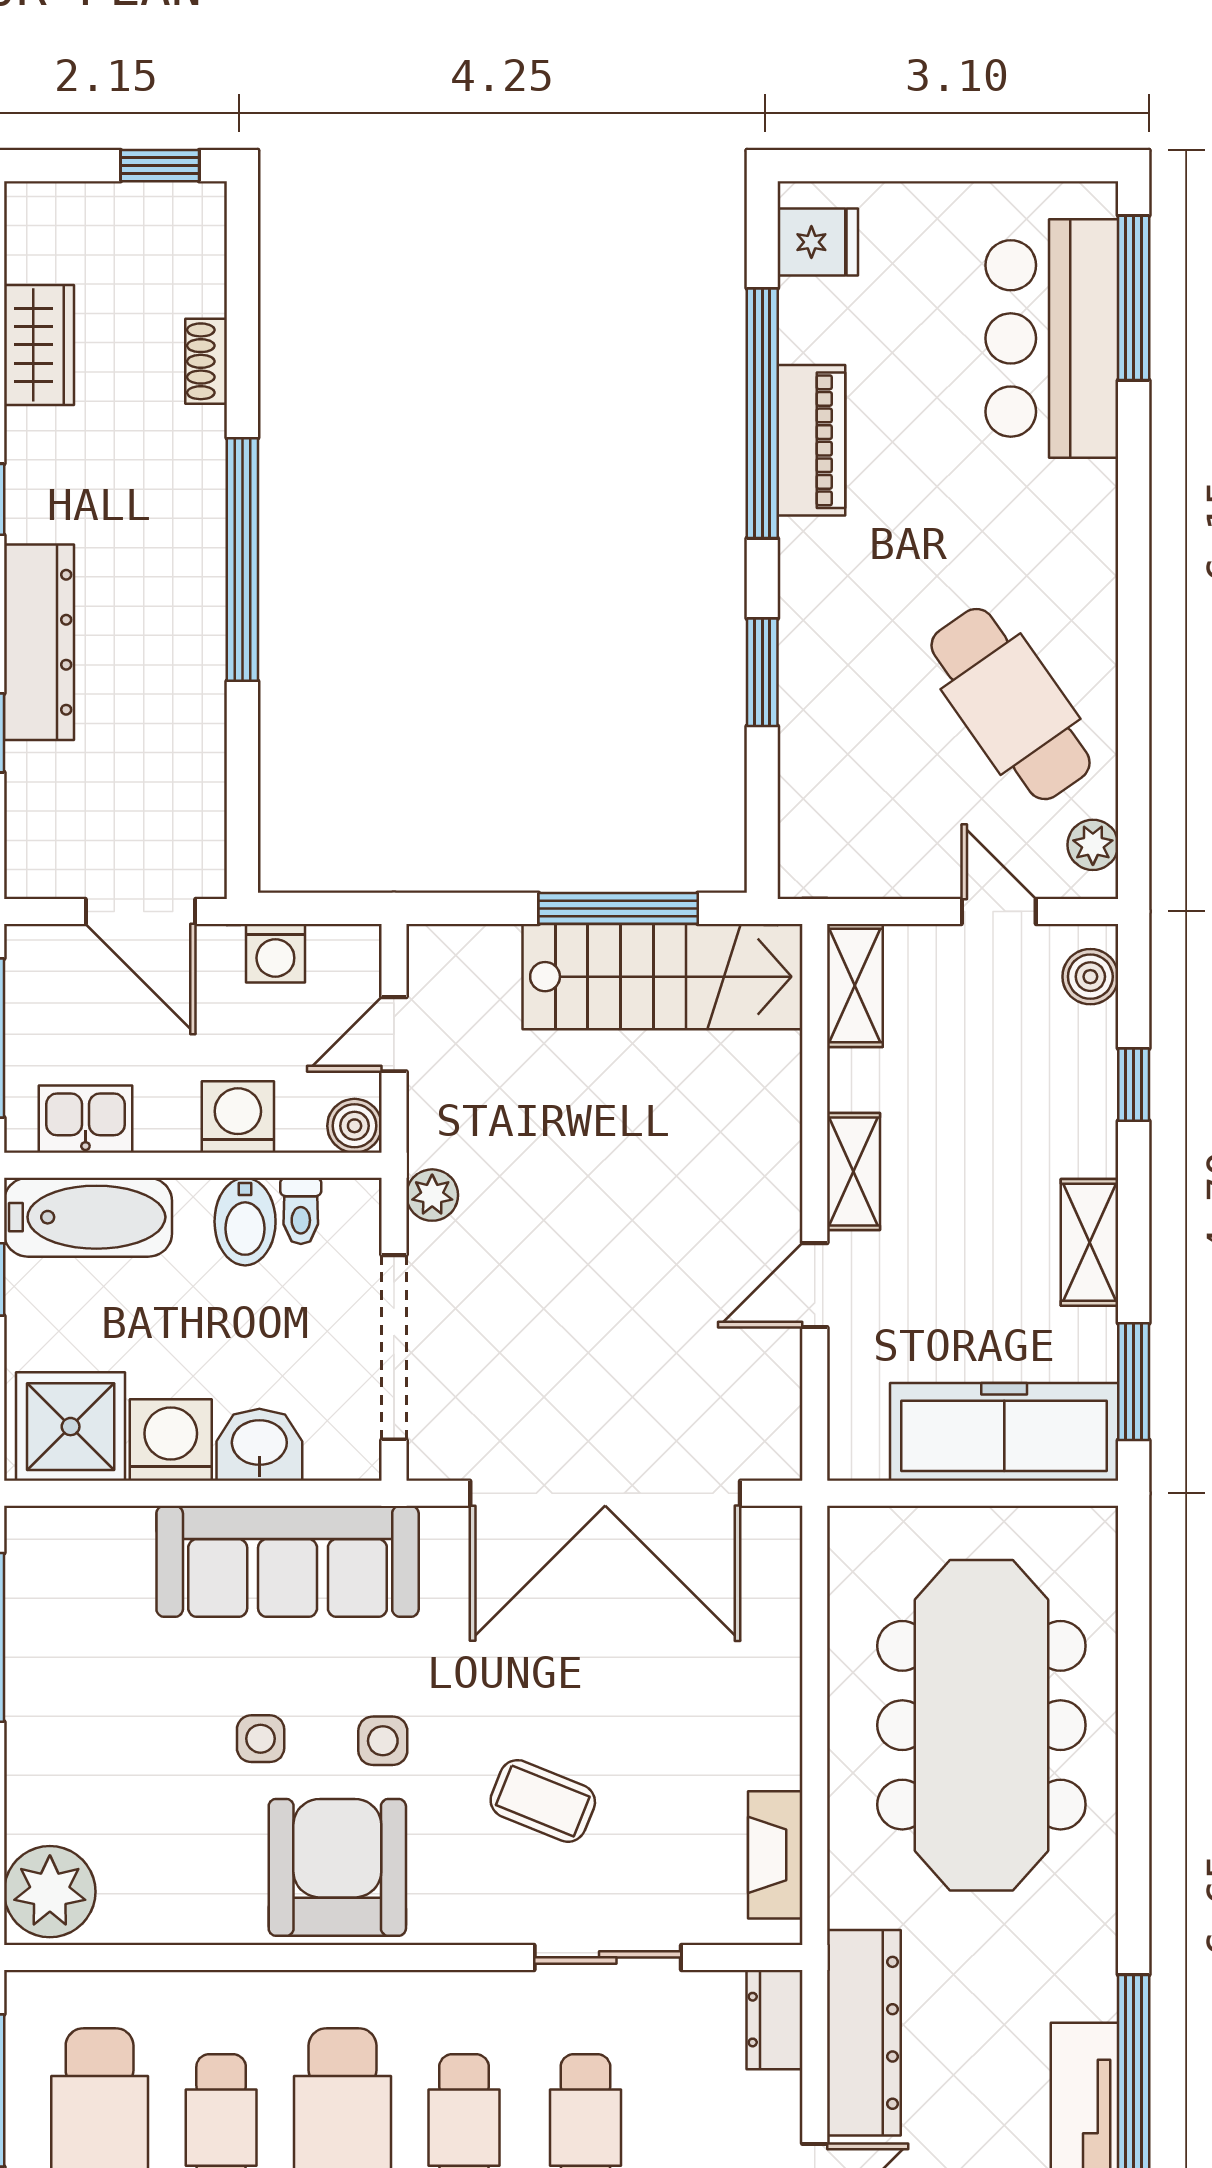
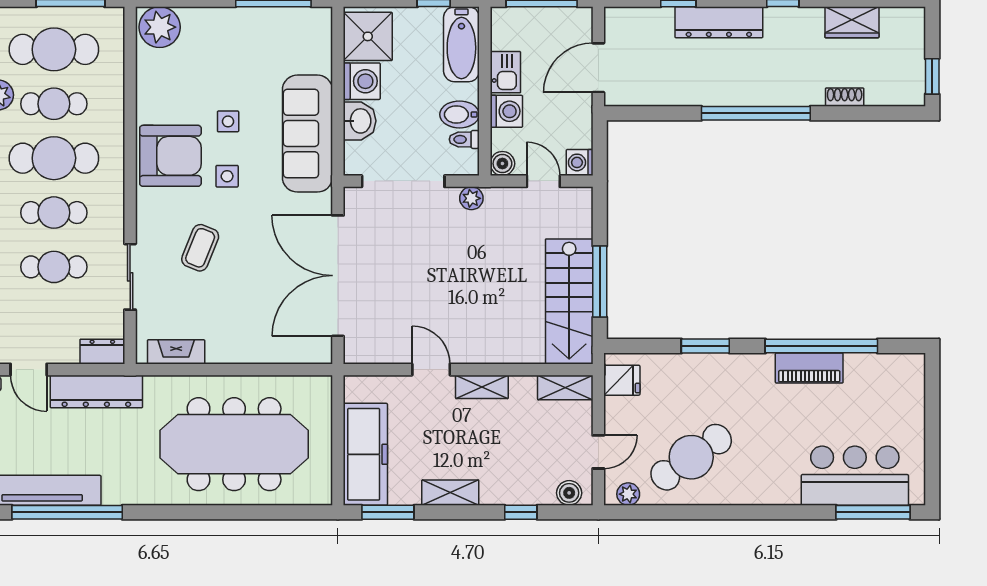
fridge: (818, 242) -> (622, 380), moved, turned -90
washing machine: (275, 953) -> (580, 162), moved
kitchen sink: (85, 1119) -> (505, 72), moved

